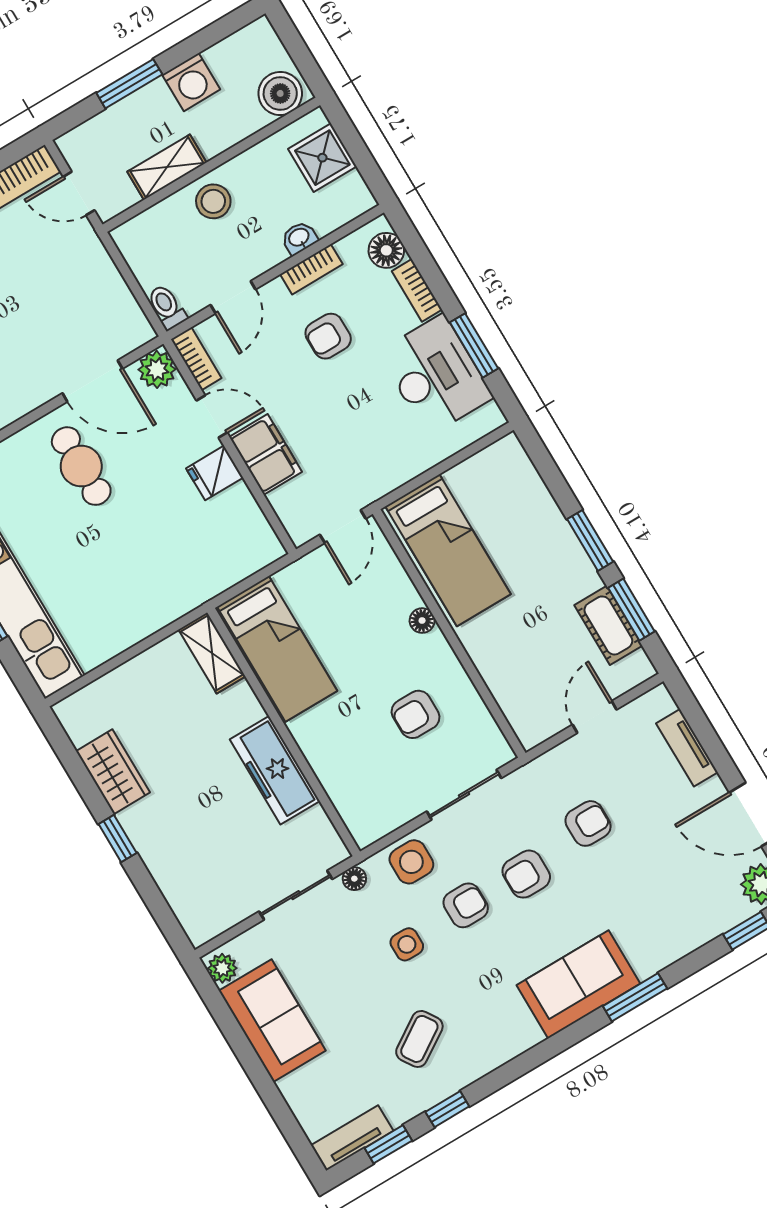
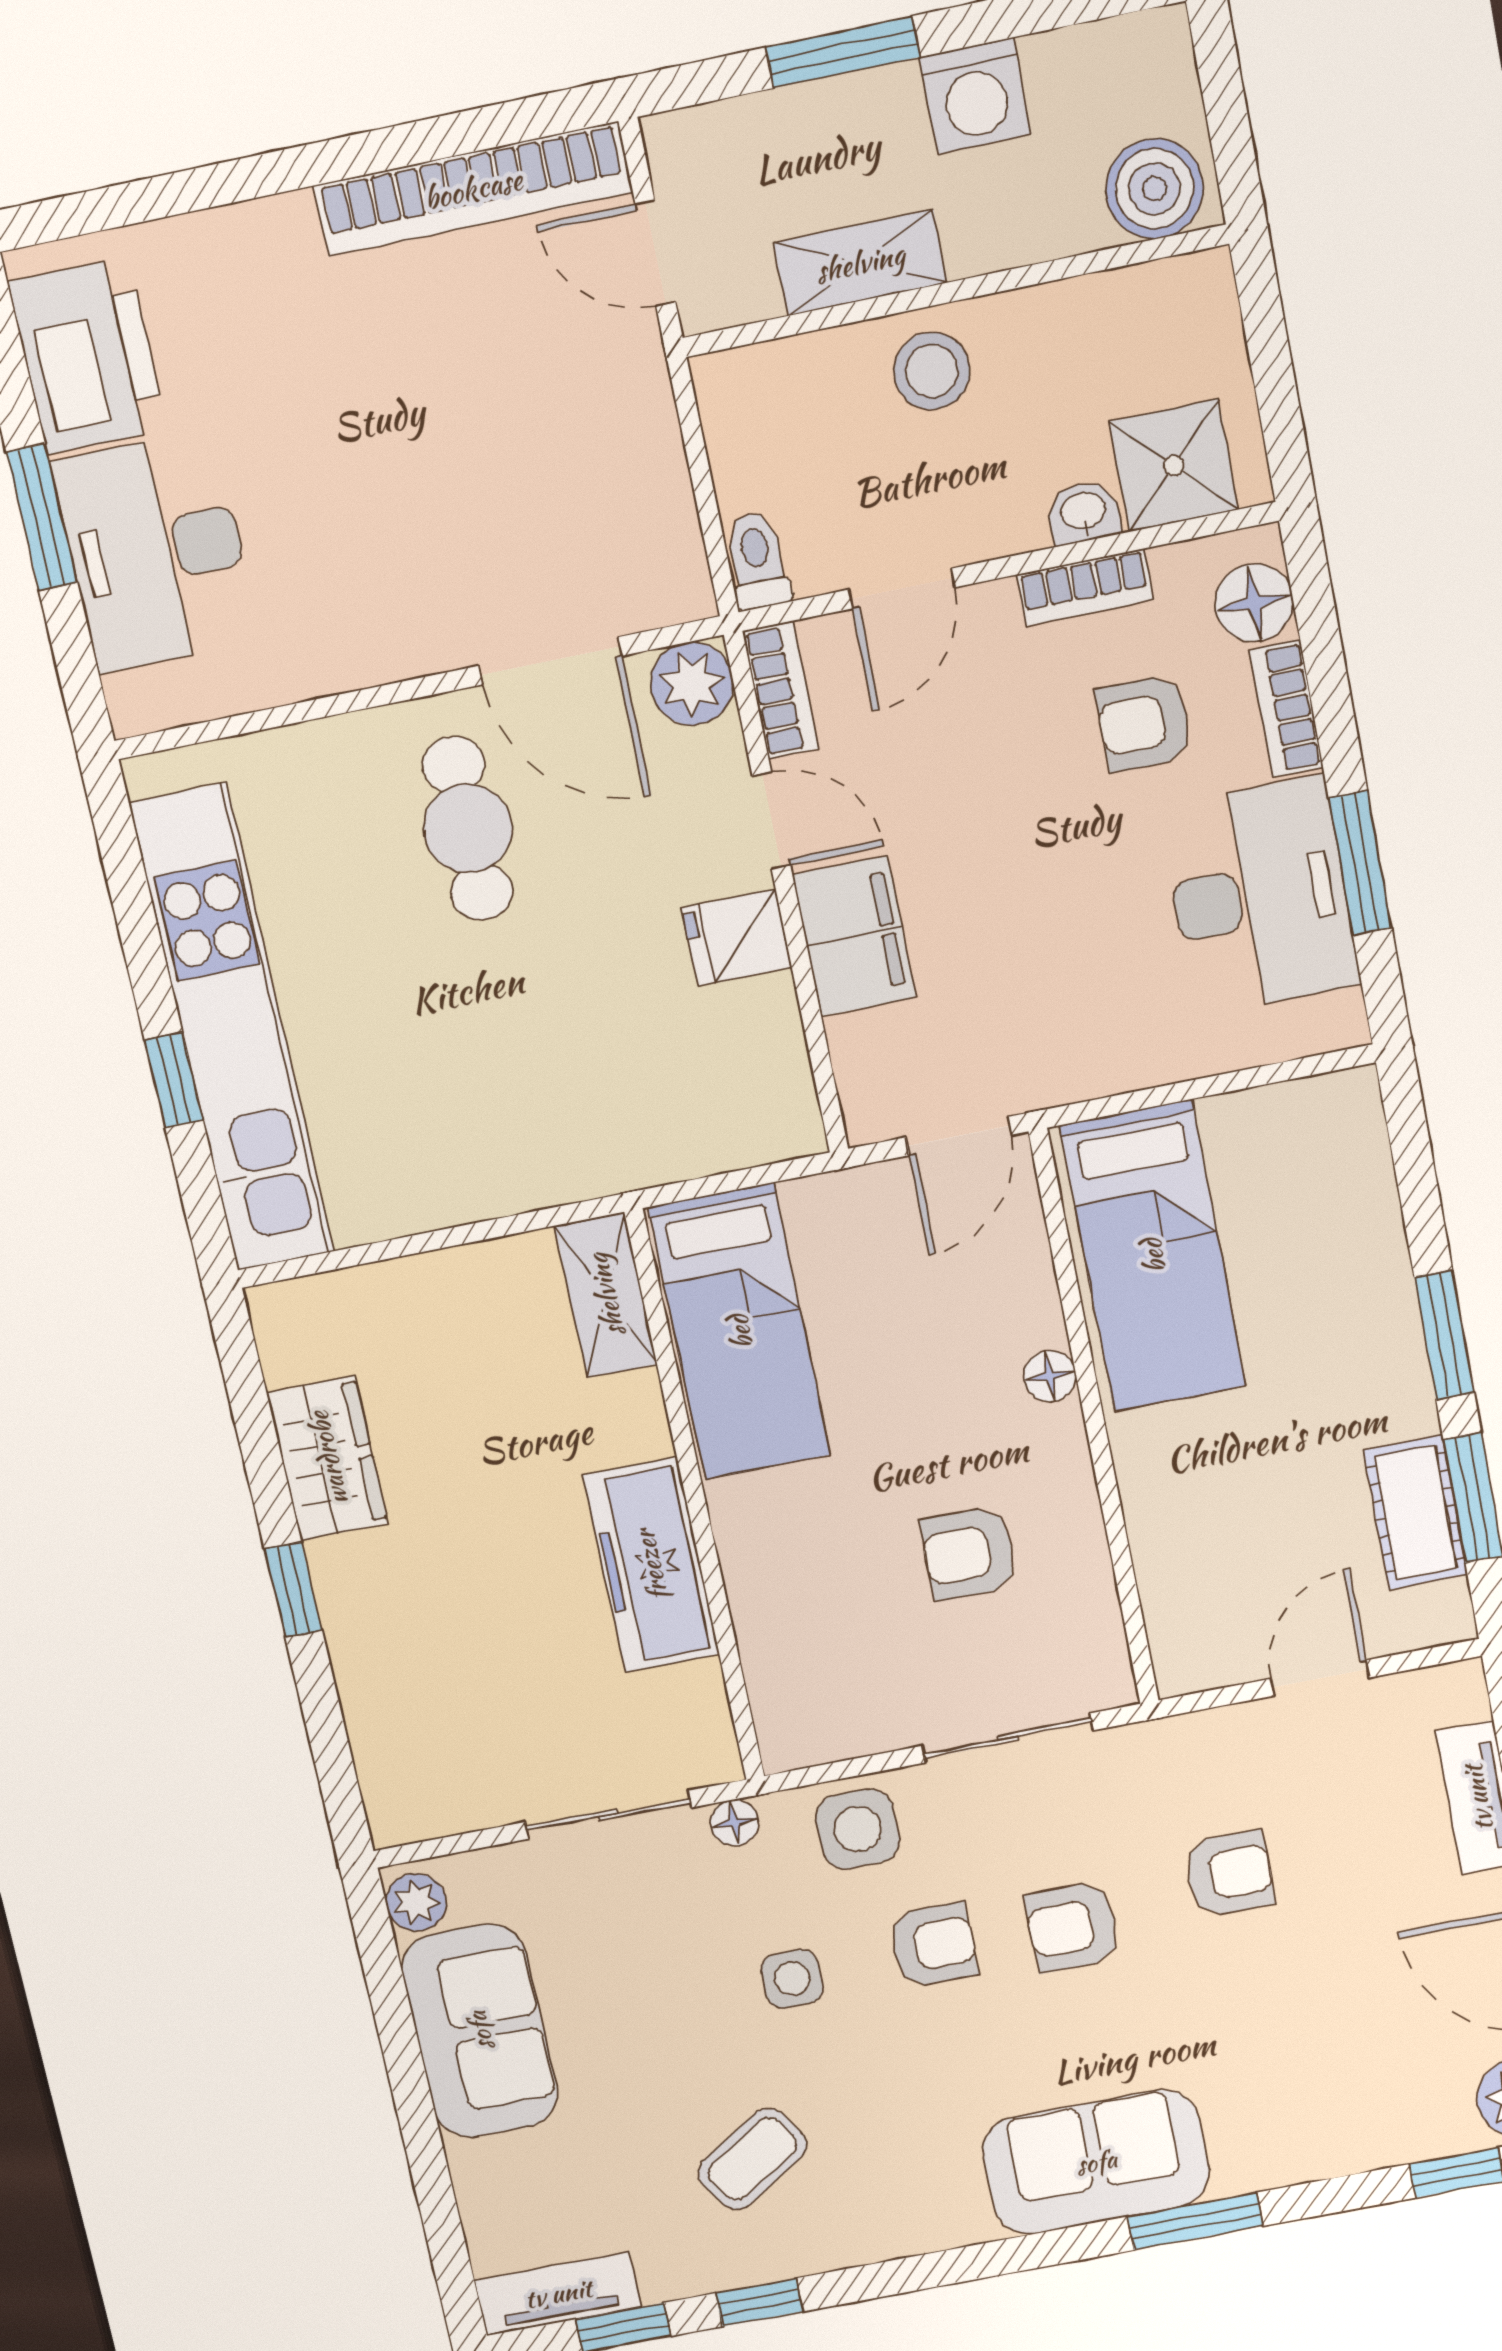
shower: (322, 158) -> (1174, 466), moved
armchair: (328, 336) -> (1144, 723), moved

